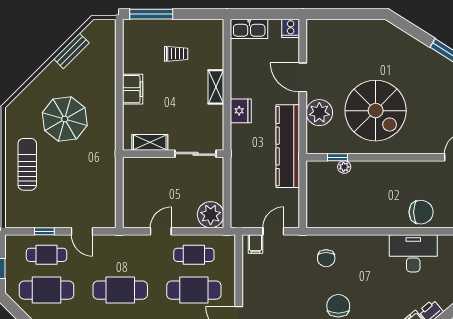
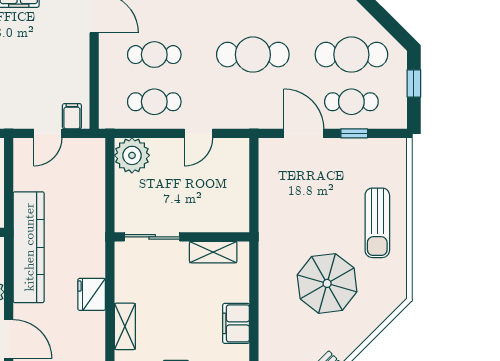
door: (82, 231) -> (304, 133), width x1.38
cafe table: (194, 290) -> (154, 55), width x0.73, depth x0.74

